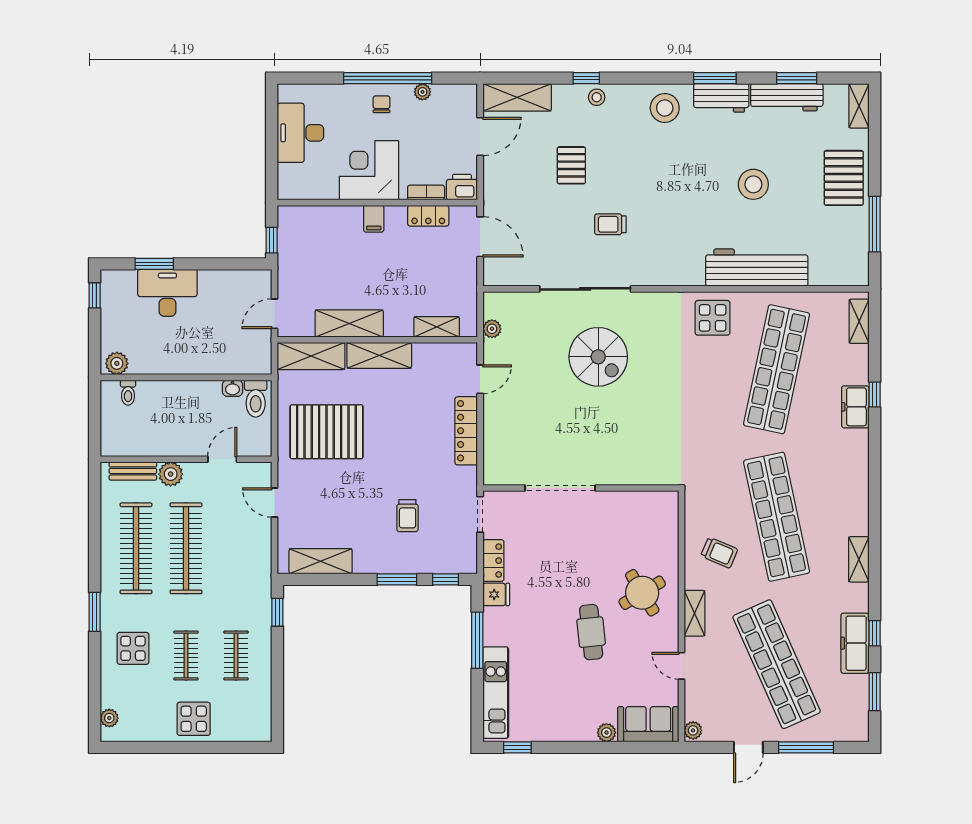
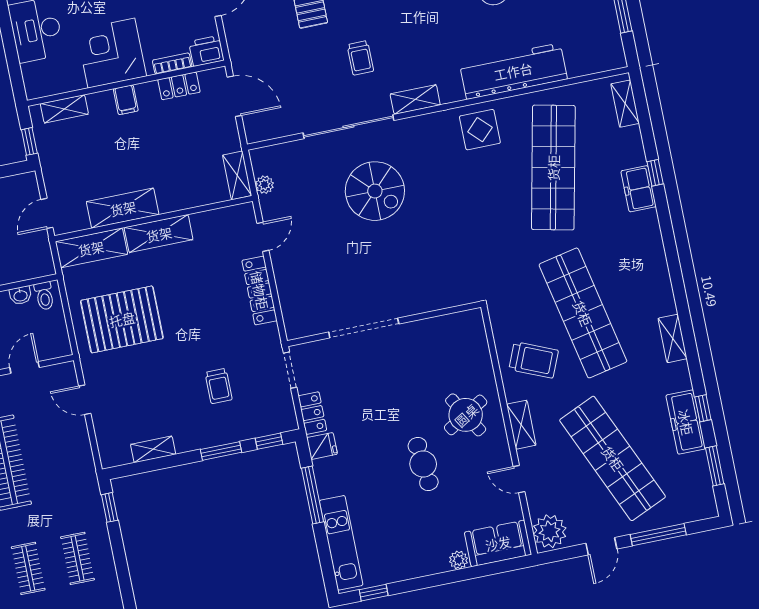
shelving: (312, 215) -> (64, 109), added
trolley: (610, 224) -> (360, 58), turned -90
shelving: (656, 276) -> (415, 100), added
shelving: (437, 327) -> (237, 175), moved, turned 90
toilet: (256, 399) -> (44, 296), width x0.73, depth x0.72
trolley: (719, 553) -> (534, 360), width x1.36, depth x1.39
shelving: (321, 561) -> (153, 449), width x0.67, depth x0.75
plant: (693, 730) -> (550, 531), width x1.88, depth x1.88

